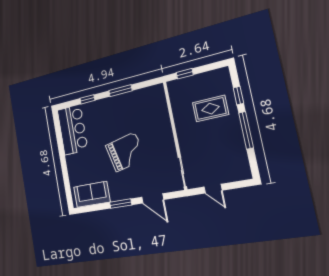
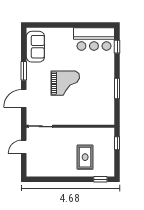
window: (238, 96) -> (100, 179), moved
window: (87, 99) -> (117, 47), moved
window: (246, 130) -> (63, 179), removed
grand piano: (125, 152) -> (65, 83), turned -77

